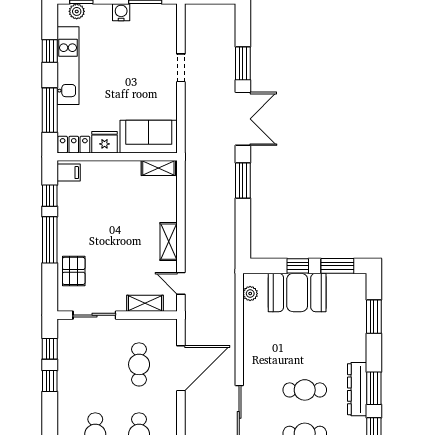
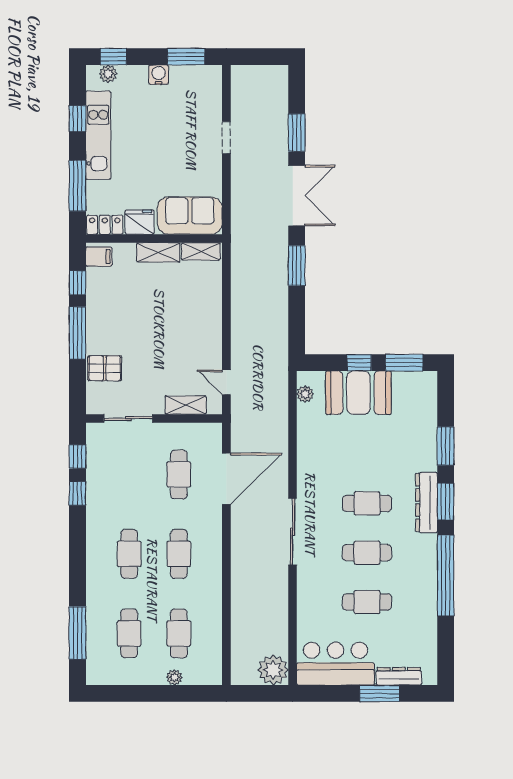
shelving: (169, 242) -> (158, 252), moved, turned 90
pallet: (74, 271) -> (105, 368), turned 90
window: (374, 317) -> (446, 446), moved

